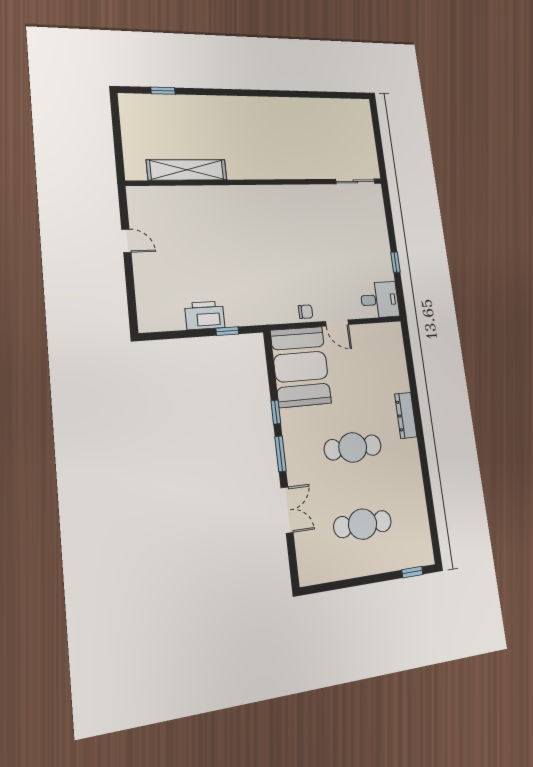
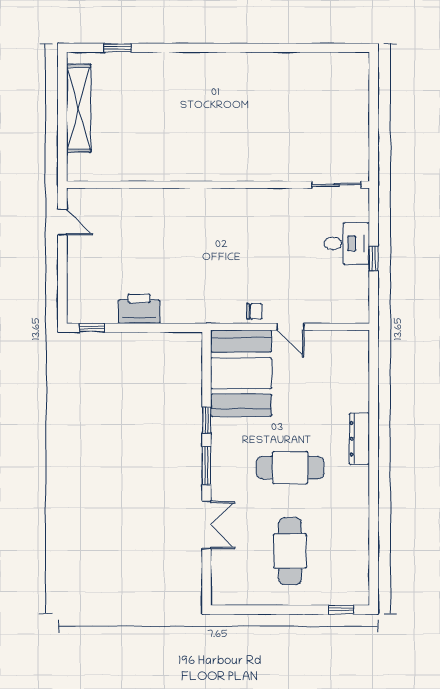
shelving: (187, 170) -> (79, 108), moved, turned 90
sliding door: (355, 181) -> (336, 185), moved
wall: (259, 182) -> (218, 185), moved
desk: (380, 300) -> (347, 243), moved
window: (227, 331) -> (92, 328), moved
cafe table: (363, 524) -> (290, 551), turned 90

